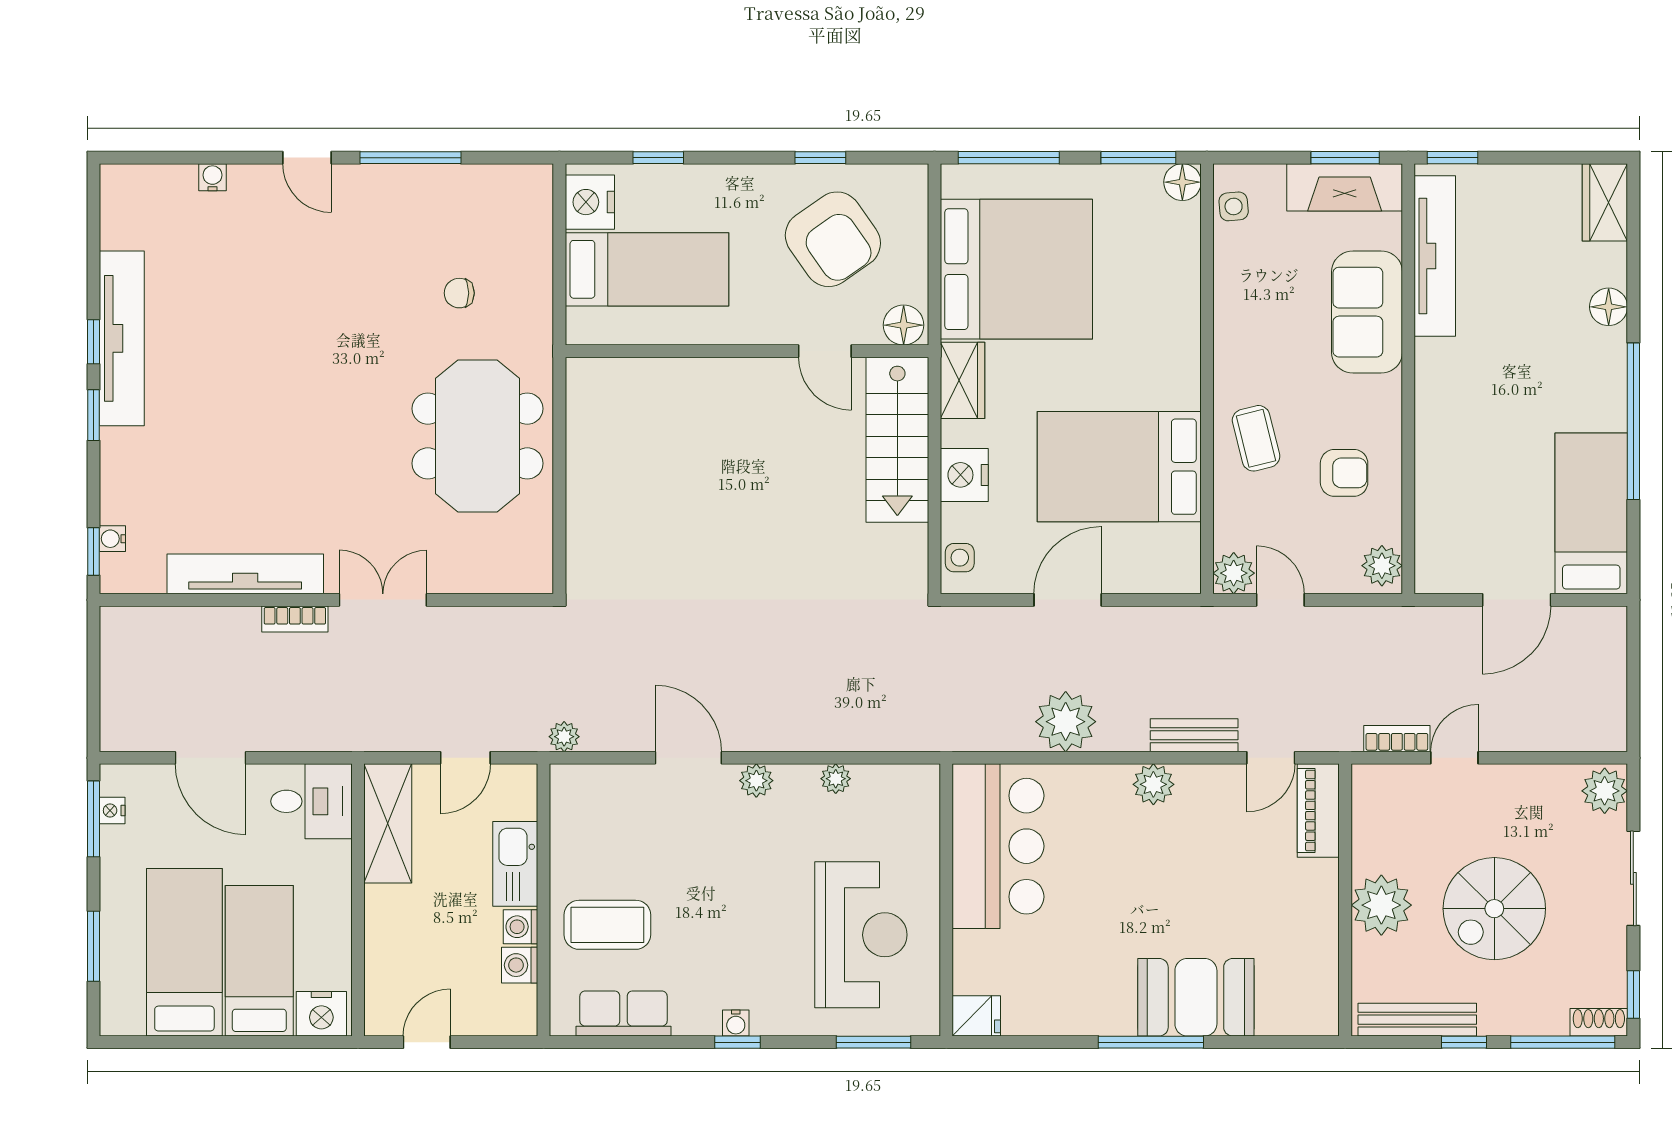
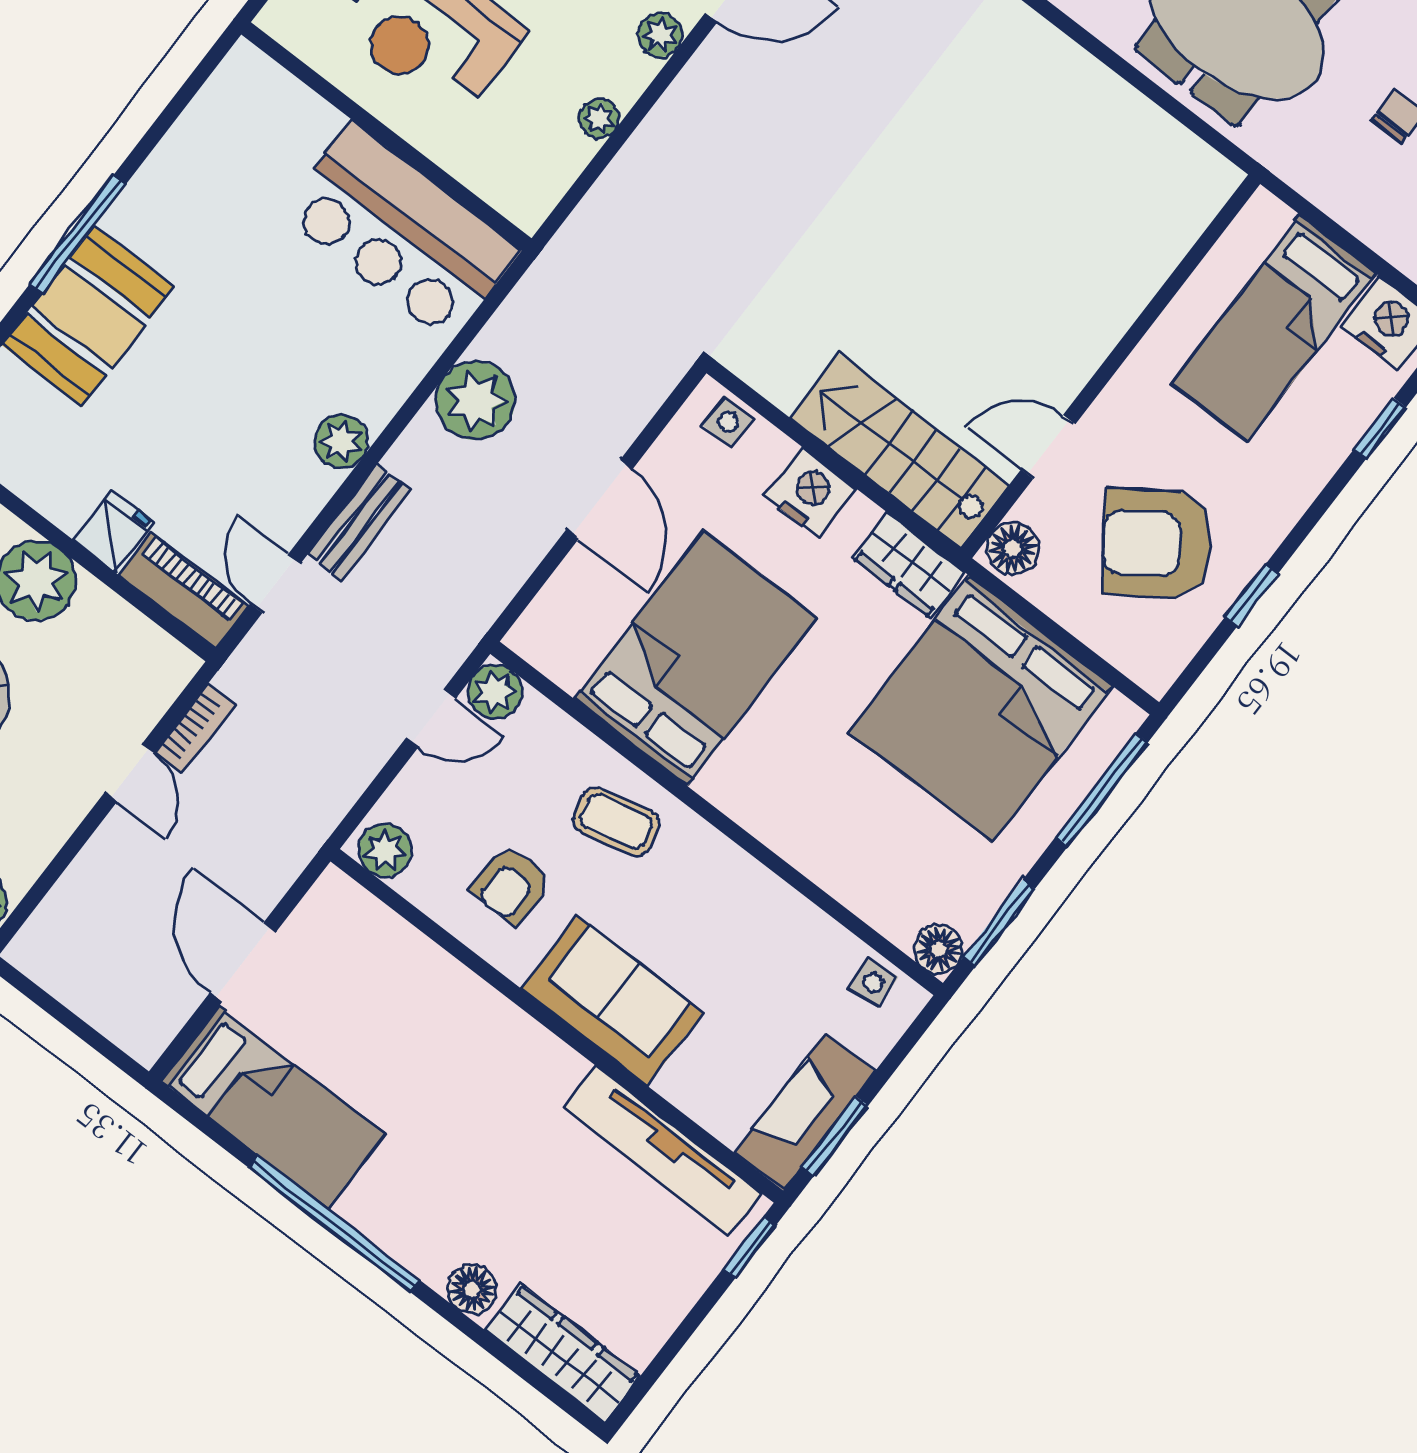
wardrobe: (1605, 202) -> (563, 1353), width x1.50
sofa: (1367, 312) -> (612, 1001), moved
fridge: (976, 1016) -> (114, 532), moved, turned 180

